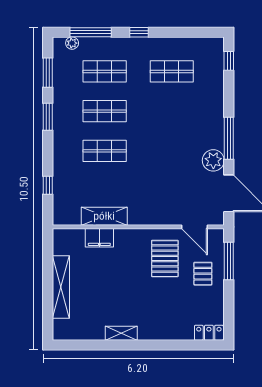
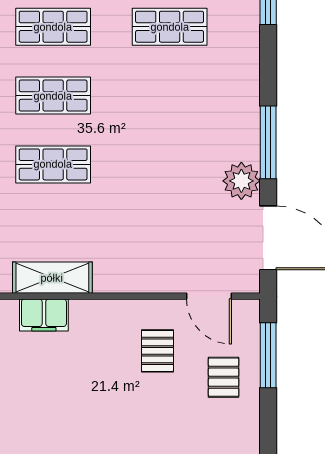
pallet: (165, 259) -> (157, 351), width x0.67, depth x0.71

